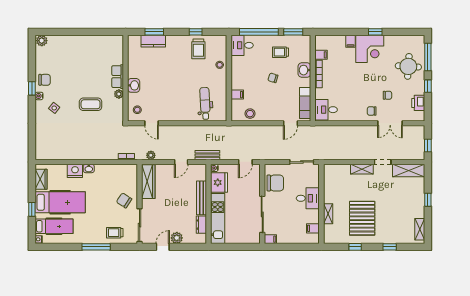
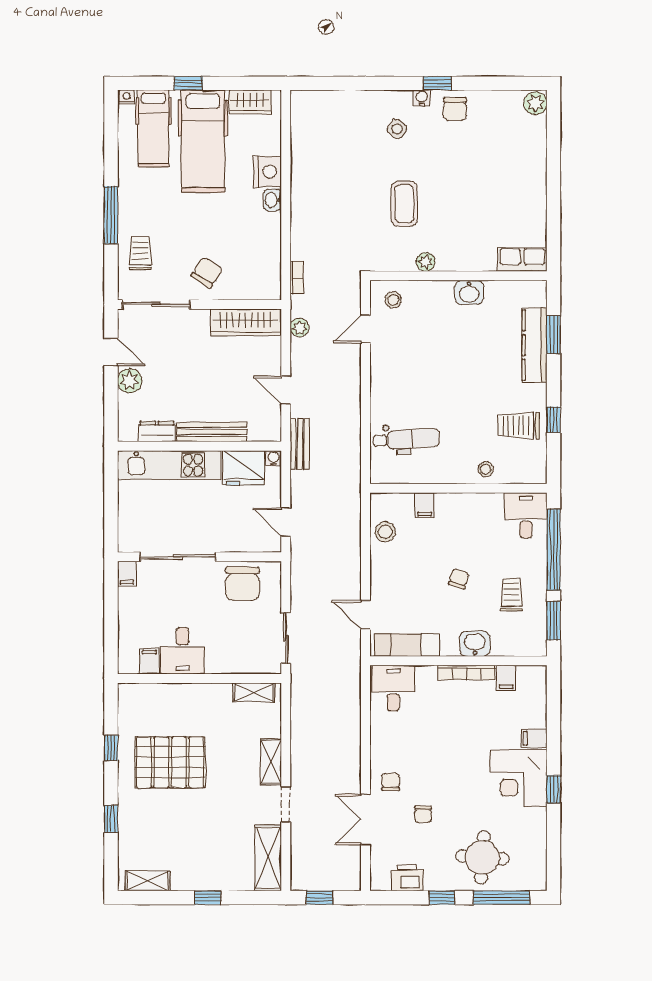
kitchen counter: (153, 41) -> (535, 345), width x1.50
row of seats: (118, 77) -> (522, 260), moved
washbasin: (134, 85) -> (469, 292), moved
desk: (308, 198) -> (182, 651), moved
shelving: (328, 214) -> (254, 692), moved

